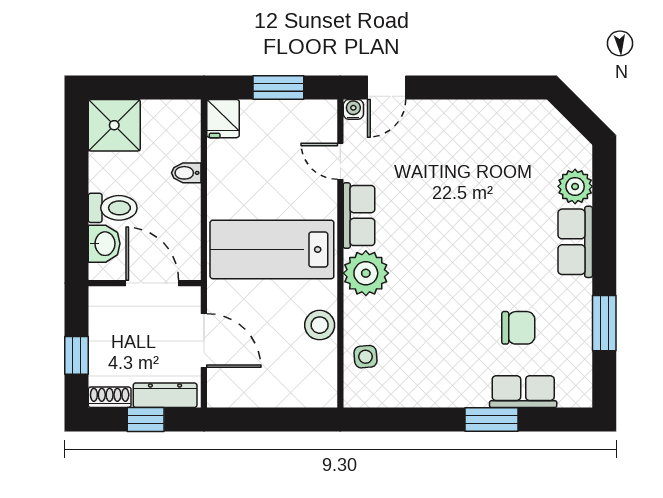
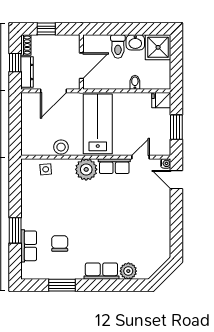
washbasin: (104, 244) -> (135, 42), moved
chair: (518, 328) -> (60, 243), turned 180

